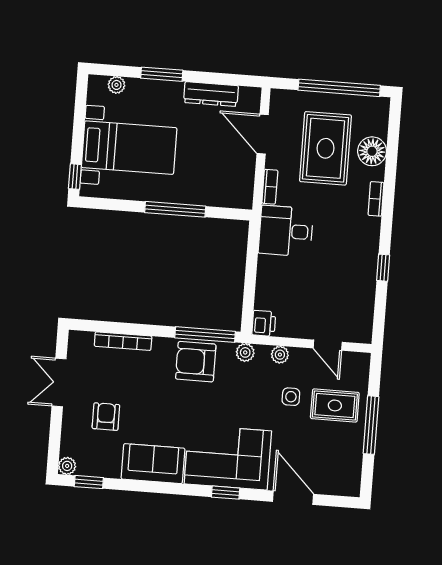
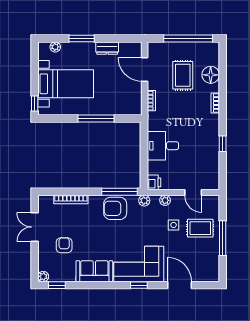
dresser: (211, 94) -> (107, 48), width x0.70
rug: (326, 148) -> (183, 75), width x0.73, depth x0.70
desk: (286, 231) -> (163, 146), moved

